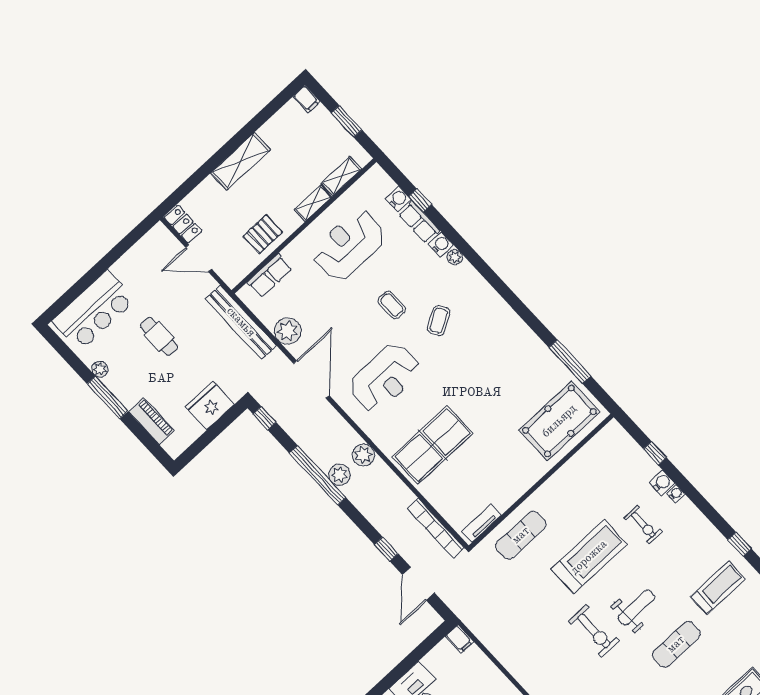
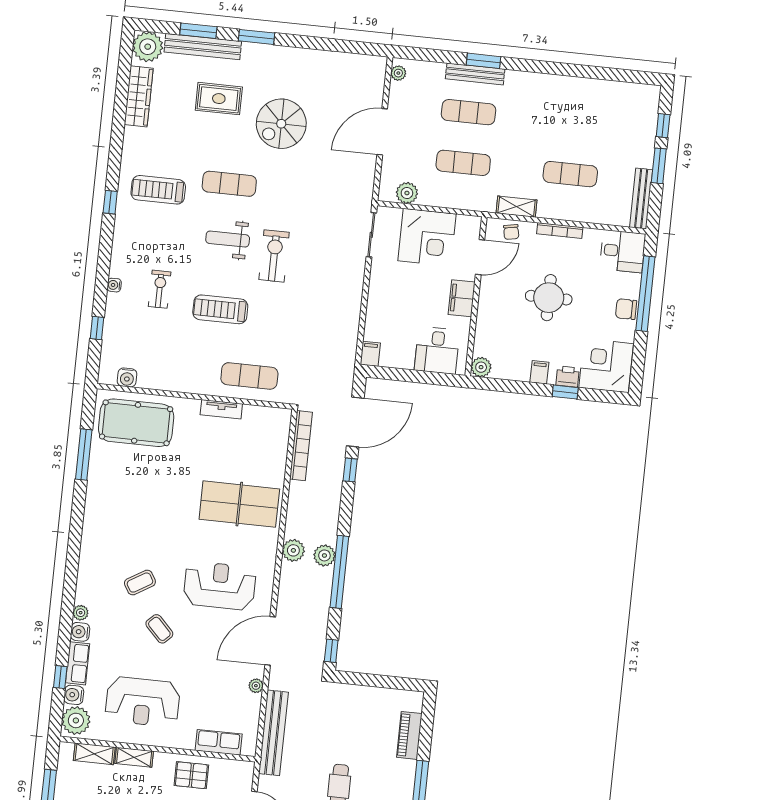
plant: (378, 184) -> (76, 720), added
coffee table: (392, 305) -> (159, 629), turned -44
plant: (288, 331) -> (256, 686), width x0.53, depth x0.53
fridge: (210, 406) -> (358, 701), removed
water cooler: (662, 483) -> (127, 378), moved, turned -90
tv unit: (482, 523) -> (221, 409), moved
treadmill: (589, 557) -> (220, 309), width x0.73, depth x0.73
door: (418, 584) -> (355, 422), width x1.36

